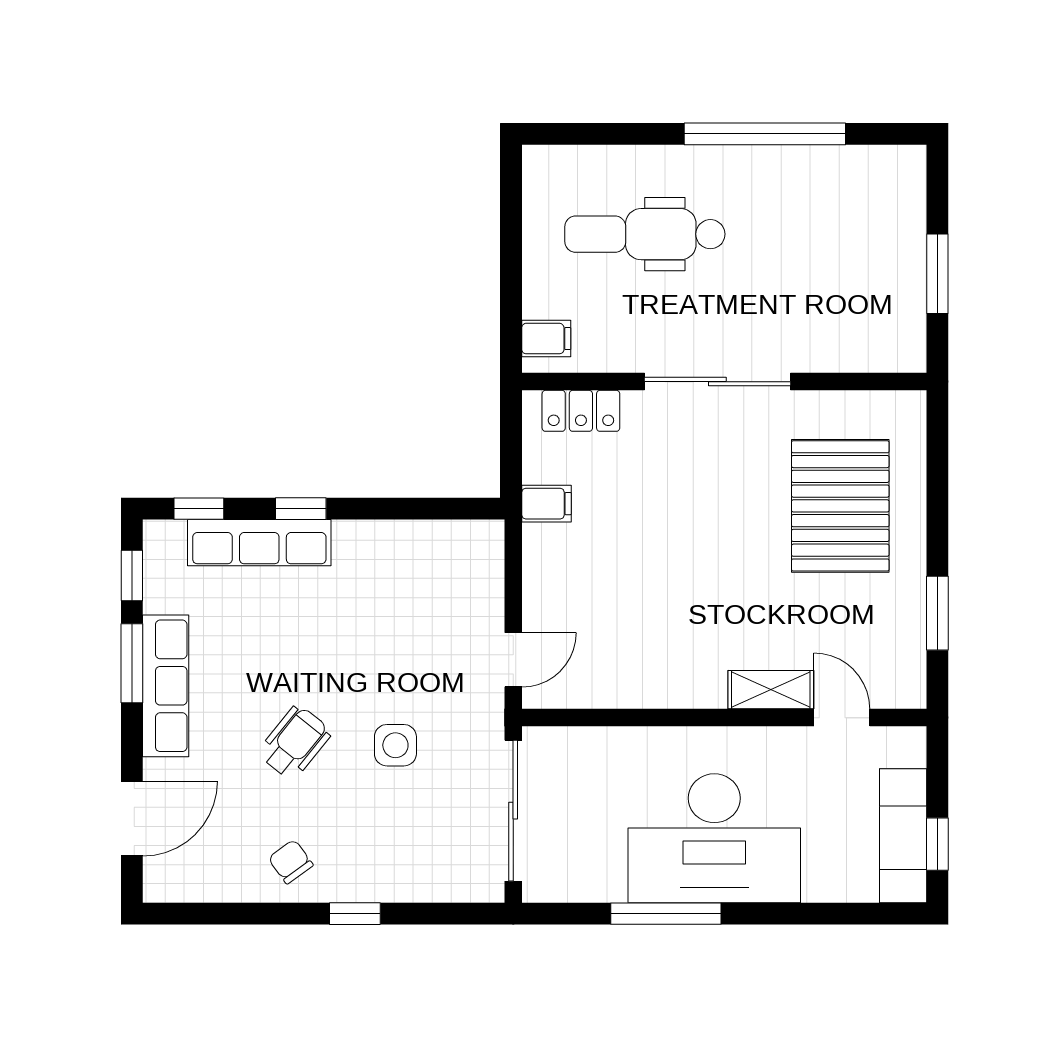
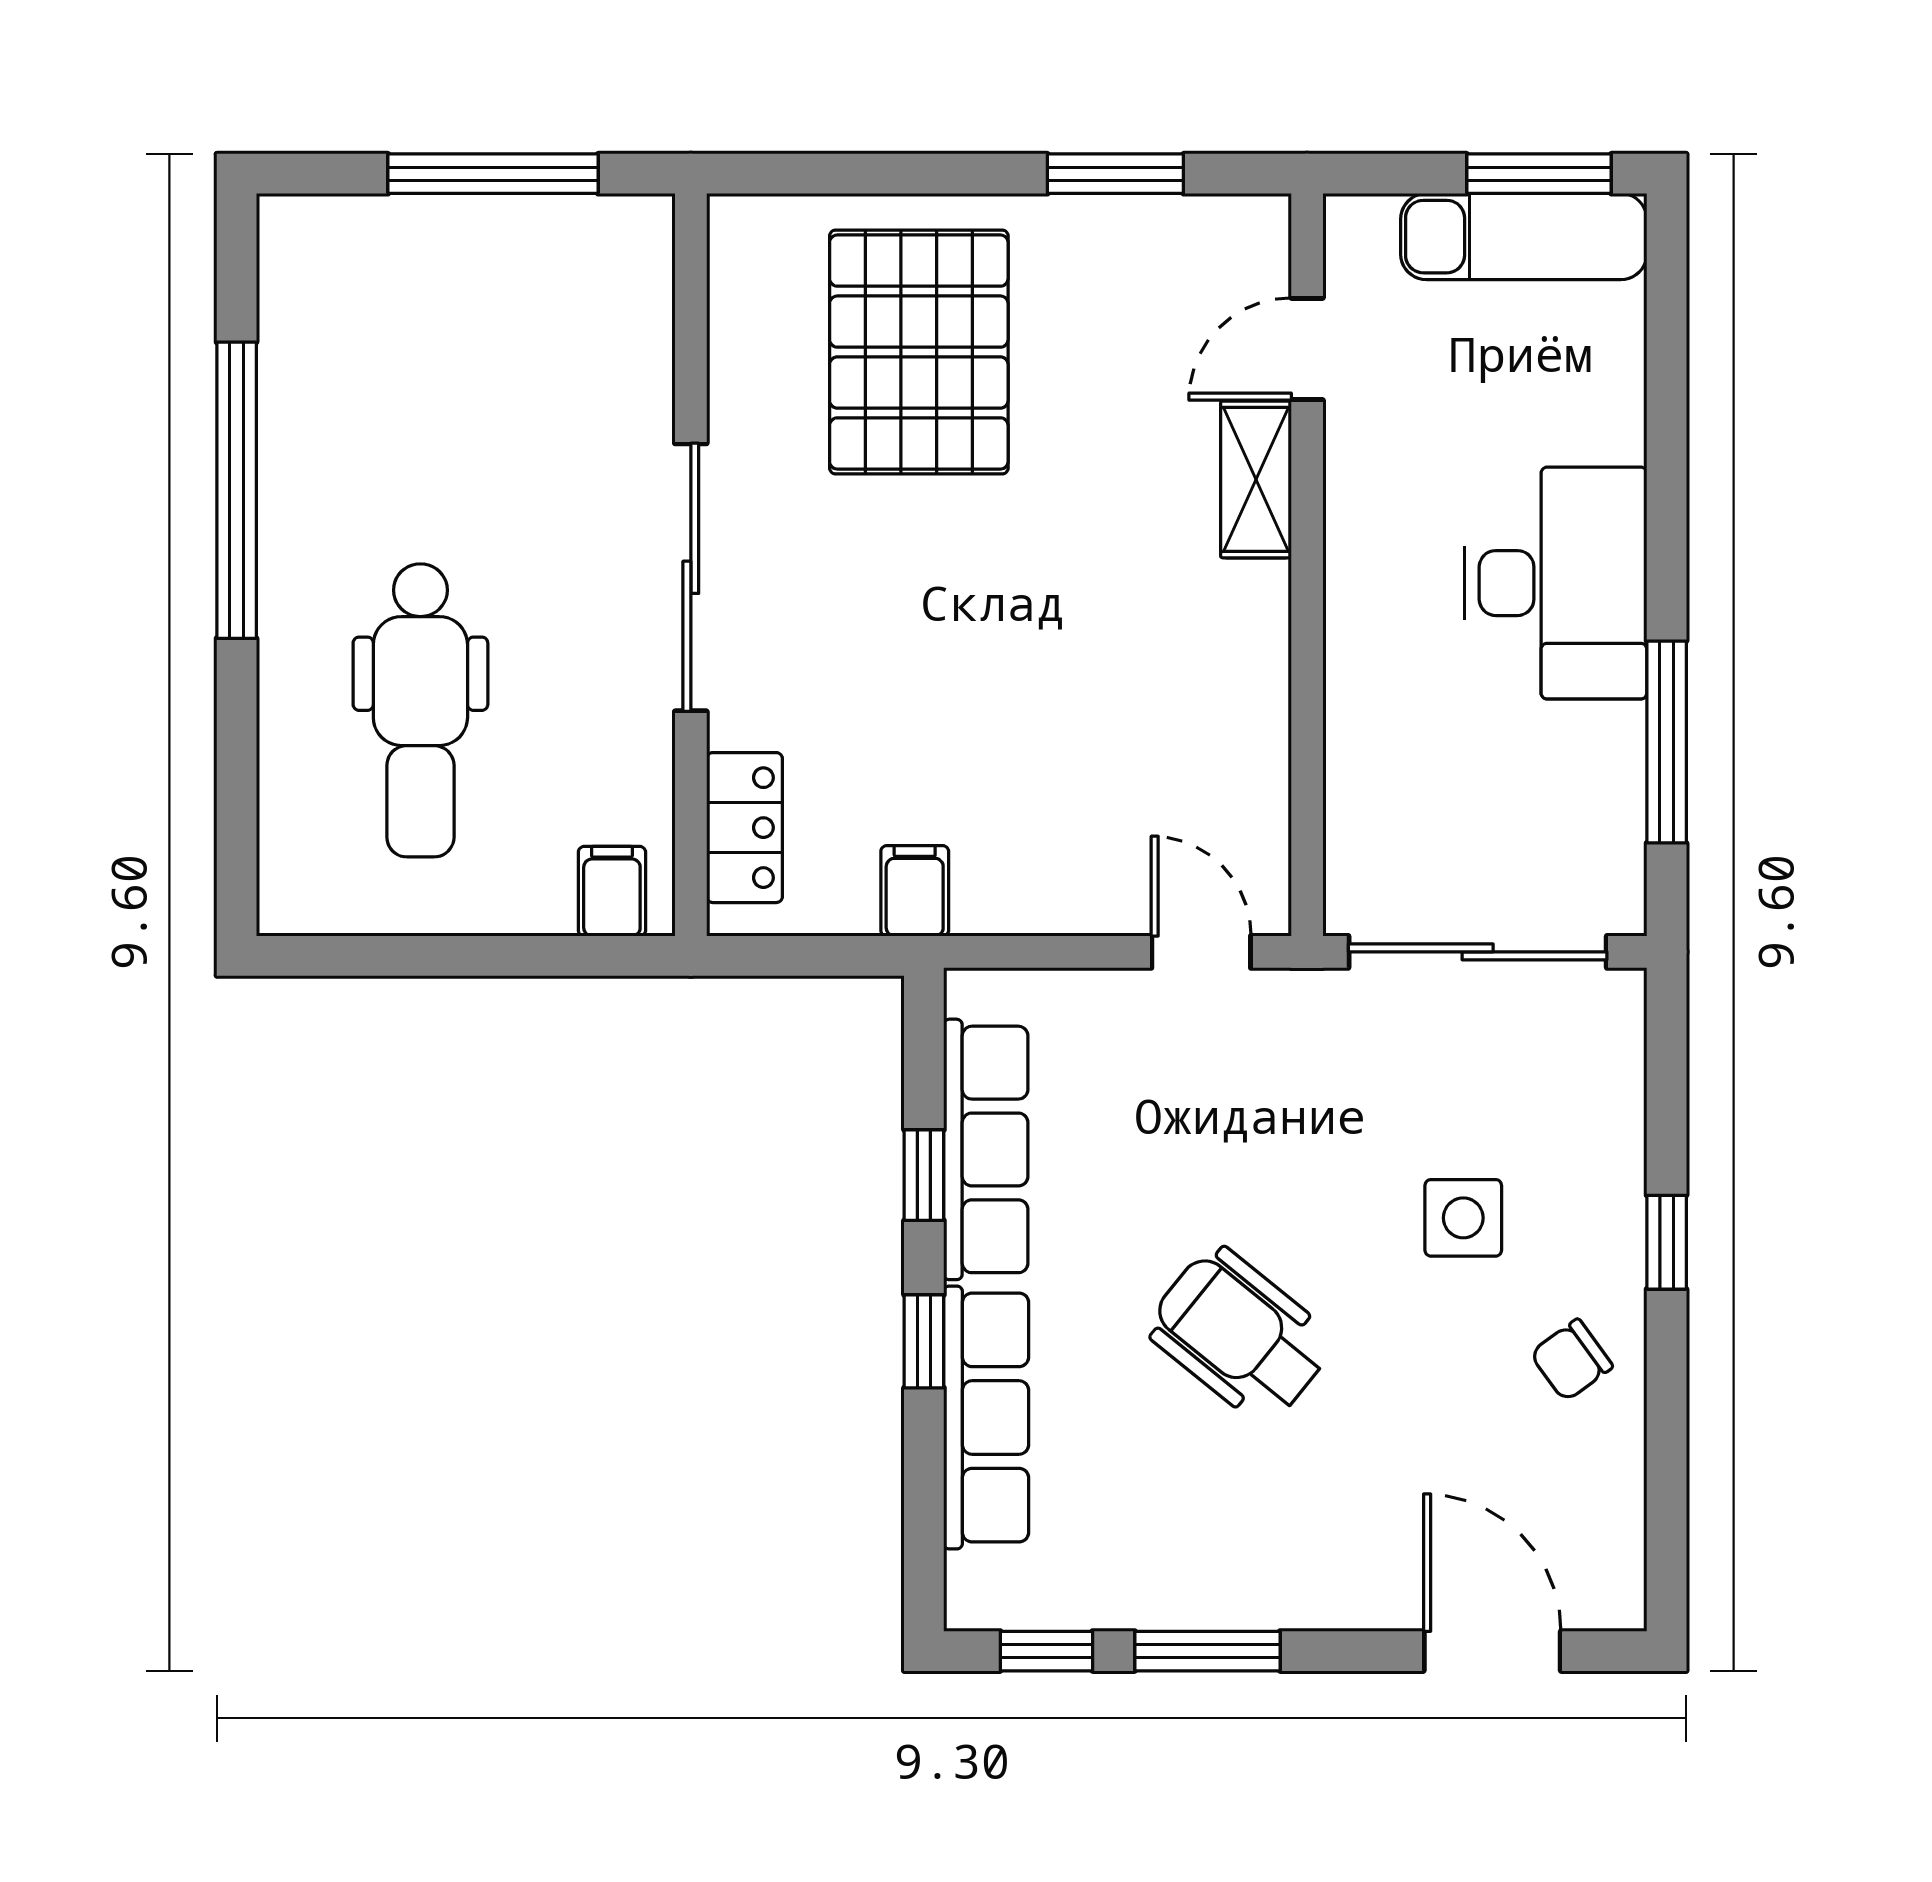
window: (937, 274) -> (493, 174), width x1.44
pallet: (840, 506) -> (919, 352), turned 90
window: (199, 509) -> (924, 1175), moved
row of seats: (166, 686) -> (986, 1149), moved, turned 90
wheelchair: (295, 742) -> (1240, 1335), moved, width x1.36, depth x1.37
side table: (395, 745) -> (1463, 1218), moved
desk: (714, 838) -> (1556, 583), width x0.73, depth x0.77
window: (937, 844) -> (1539, 174), width x1.50
window: (666, 914) -> (1667, 742), moved

